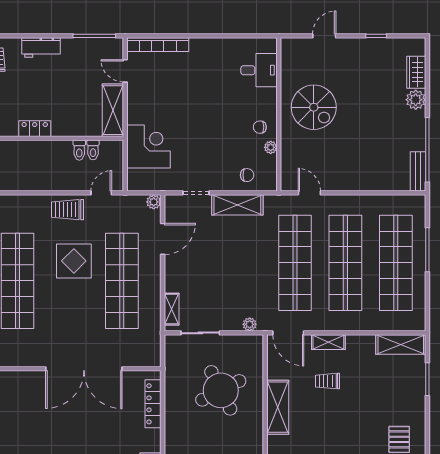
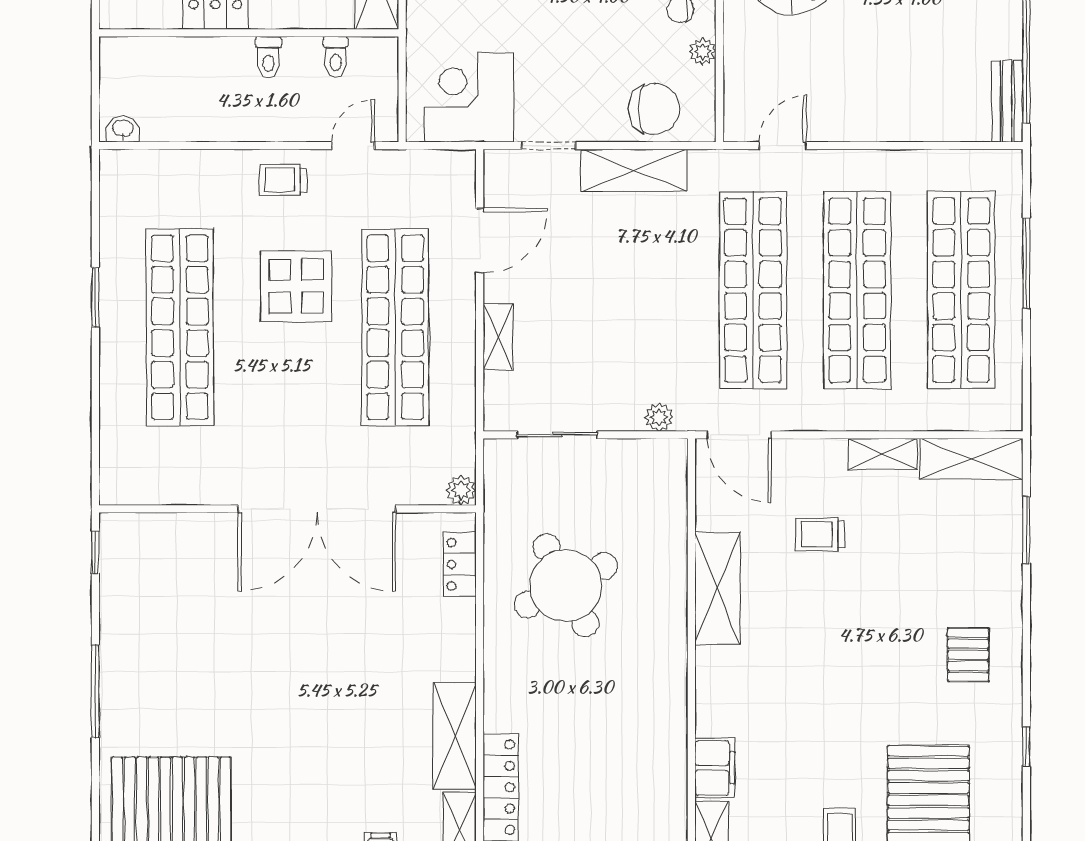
corner desk: (148, 147) -> (469, 97), moved, turned -90
toilet: (79, 150) -> (268, 57), moved
chair: (247, 175) -> (654, 109), width x1.87, depth x1.87
door: (309, 193) -> (783, 146), hinge flipped
plant: (154, 202) -> (461, 490), moved
trolley: (68, 210) -> (283, 180), width x0.73, depth x0.72
shelving: (172, 309) -> (498, 337), moved
shelving: (328, 342) -> (883, 454), moved
round table: (221, 390) -> (566, 585), moved
locker: (153, 404) -> (460, 564), width x0.66

